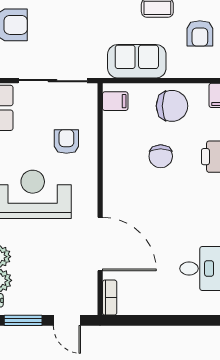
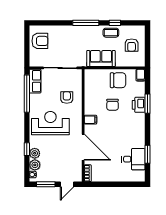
filing cabinet: (115, 101) -> (90, 120), moved
door: (67, 320) -> (67, 184), hinge flipped

